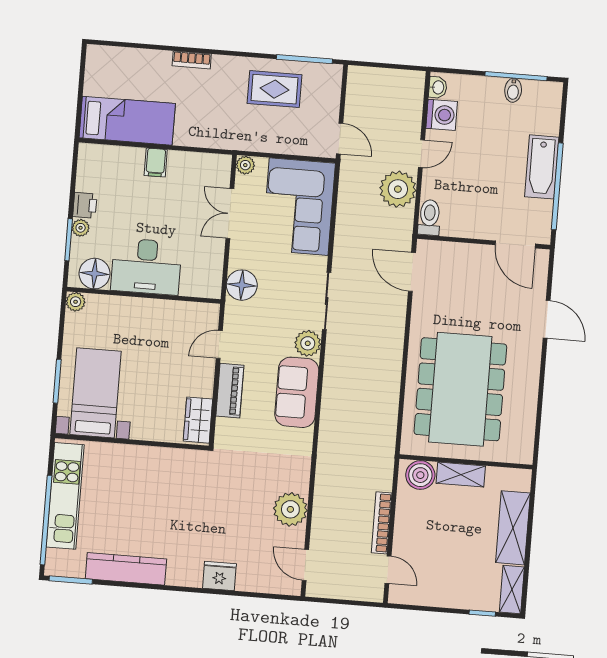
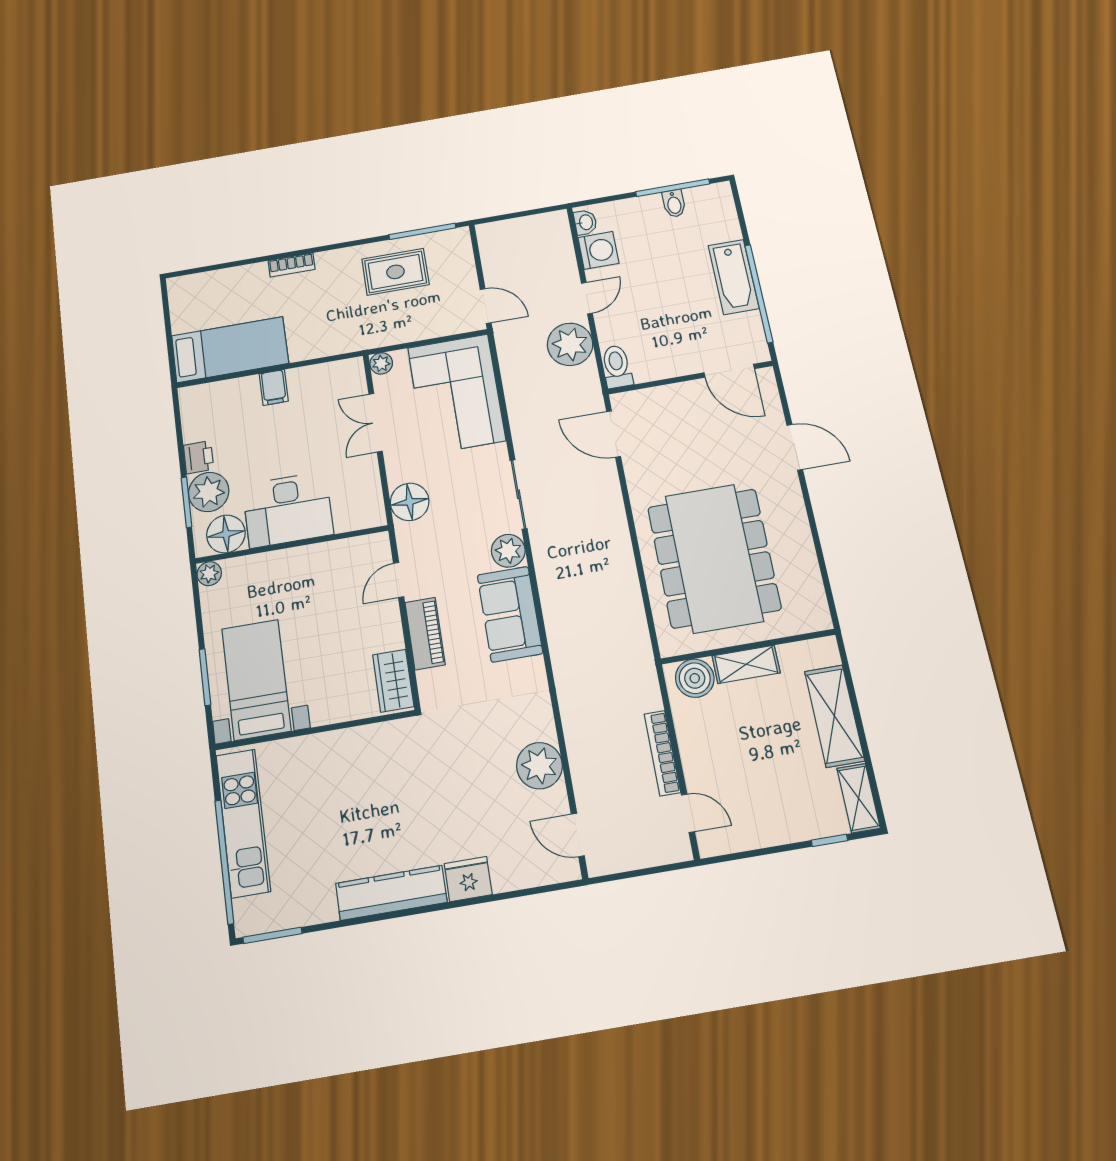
plant: (81, 228) -> (209, 492), width x1.88, depth x1.88
kitchen counter: (126, 569) -> (391, 893), moved

